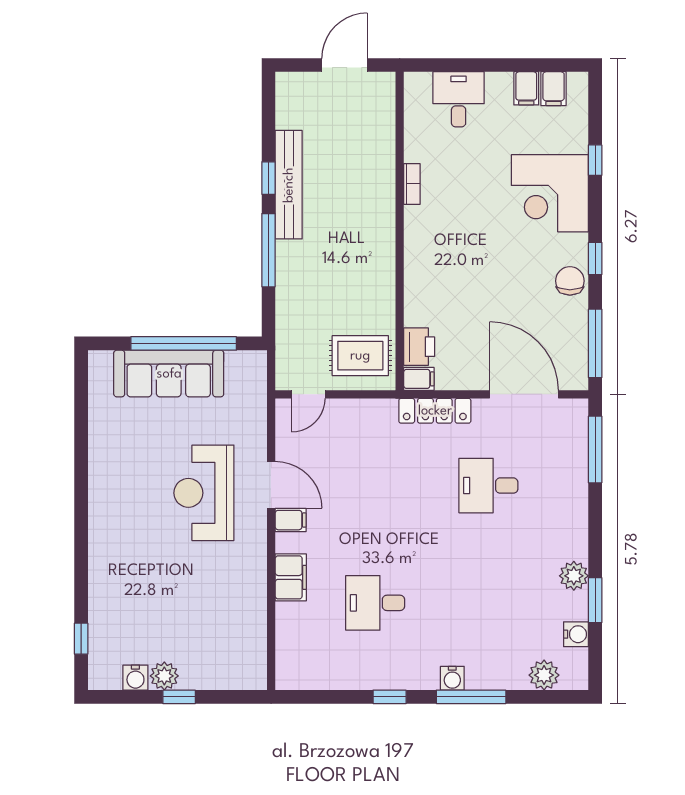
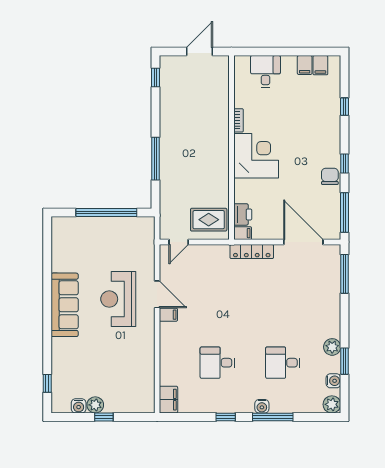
window: (269, 178) -> (156, 78), moved
bench: (289, 185) -> (167, 121), removed
corner desk: (550, 193) -> (256, 156), moved, turned 180
sofa: (169, 374) -> (65, 305), moved, turned -90
desk: (488, 486) -> (283, 363), moved
filing cabinet: (291, 577) -> (168, 400), moved
plant: (544, 675) -> (332, 404), moved

